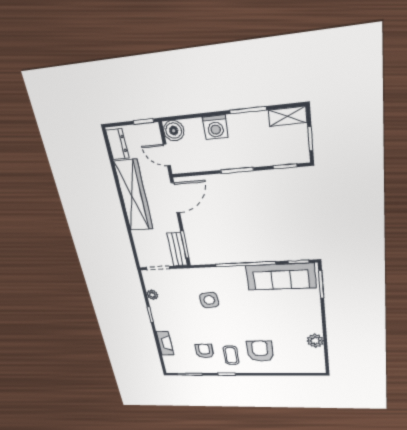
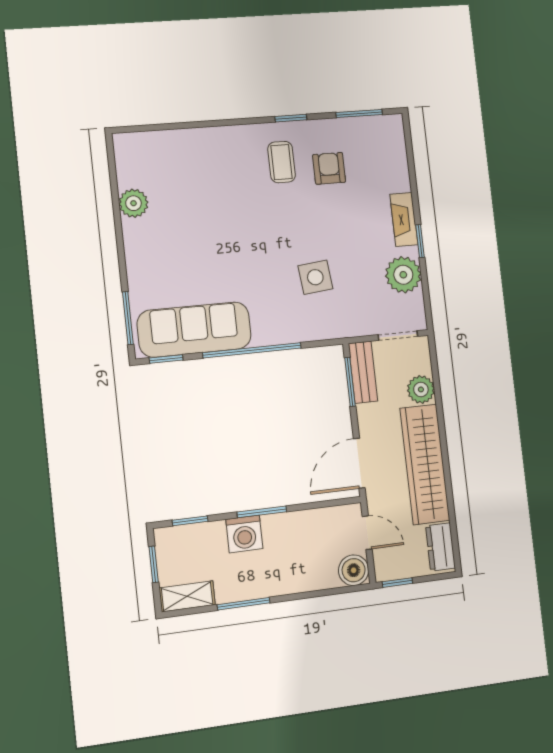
washing machine: (215, 127) -> (244, 534), moved, turned 180
plant: (141, 239) -> (421, 389), added
plant: (152, 295) -> (403, 275), width x1.88, depth x1.88
fireplace: (165, 343) -> (404, 219), moved
armchair: (204, 351) -> (329, 168), turned 180
armchair: (260, 351) -> (230, 175), removed

